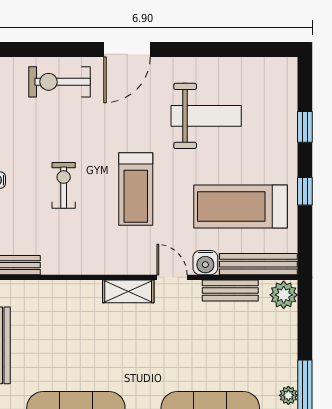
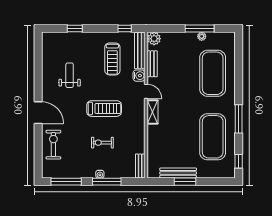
exercise bike: (60, 82) -> (53, 145), turned 180
weight bench: (206, 116) -> (70, 75), width x0.73, depth x0.75
window: (305, 191) -> (125, 29), moved
treadmill: (241, 206) -> (112, 59), width x0.73, depth x0.73
door: (172, 277) -> (146, 91), swing flipped

